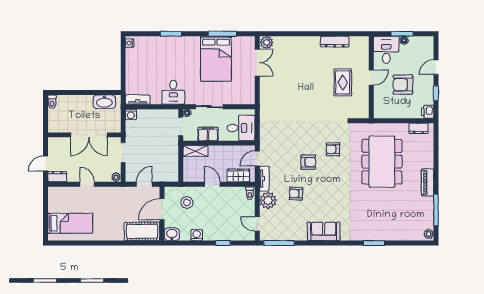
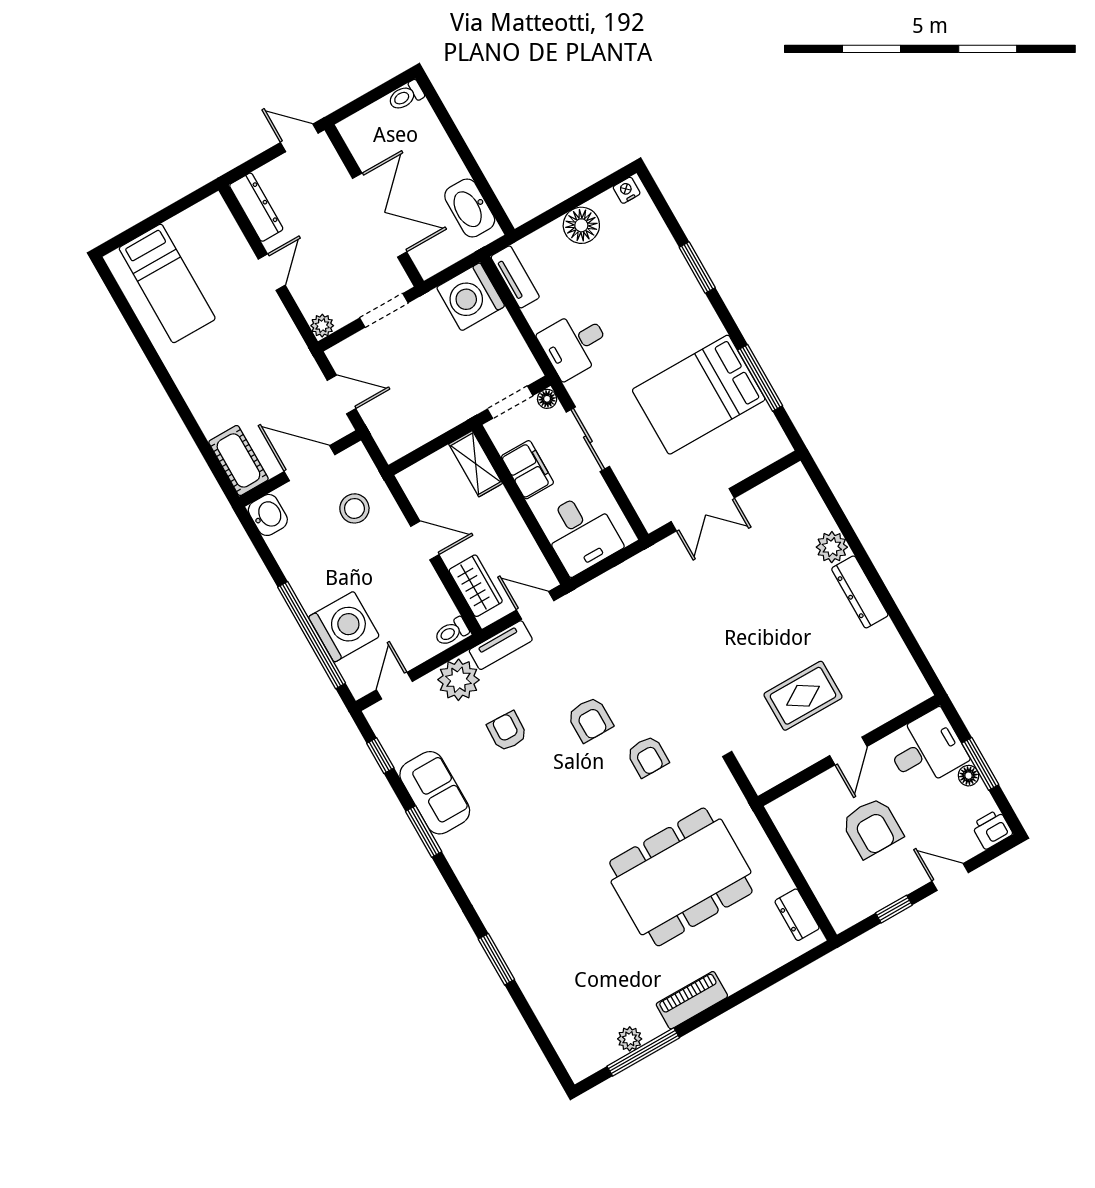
plant: (267, 42) -> (832, 547), moved
dresser: (335, 42) -> (860, 592), moved
double door: (257, 63) -> (703, 510), moved
floor lamp: (133, 66) -> (581, 225), added
door: (371, 78) -> (848, 751), hinge flipped
armchair: (403, 85) -> (872, 828), turned 180
printer: (428, 112) -> (992, 829), moved
washing machine: (131, 114) -> (471, 297), width x1.89, depth x1.89
double door: (89, 135) -> (380, 215), swing flipped
armchair: (333, 149) -> (648, 756), turned 180
door: (46, 164) -> (299, 138), moved
dresser: (57, 177) -> (256, 207), width x1.44
door: (212, 184) -> (425, 541), hinge flipped
cot: (142, 231) -> (238, 460), width x0.73, depth x0.75
sofa: (324, 231) -> (435, 793), moved
plant: (429, 234) -> (630, 1039), moved
washing machine: (197, 235) -> (344, 627), moved, width x1.89, depth x1.89
window: (223, 243) -> (312, 635), width x3.17
window: (279, 243) -> (380, 756), width x0.46
window: (314, 243) -> (424, 832), added

